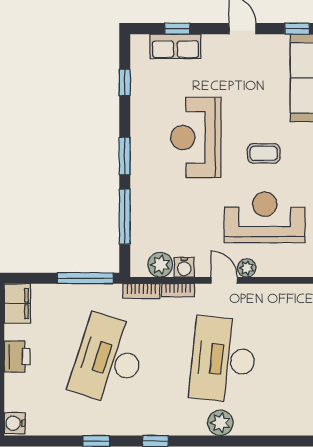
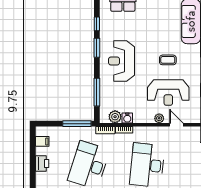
reception desk: (196, 137) -> (122, 61), moved
window: (125, 156) -> (97, 48), moved
reception desk: (265, 217) -> (168, 93), turned 180
door: (224, 280) -> (176, 125), moved
filing cabinet: (17, 304) -> (42, 141), width x0.50

